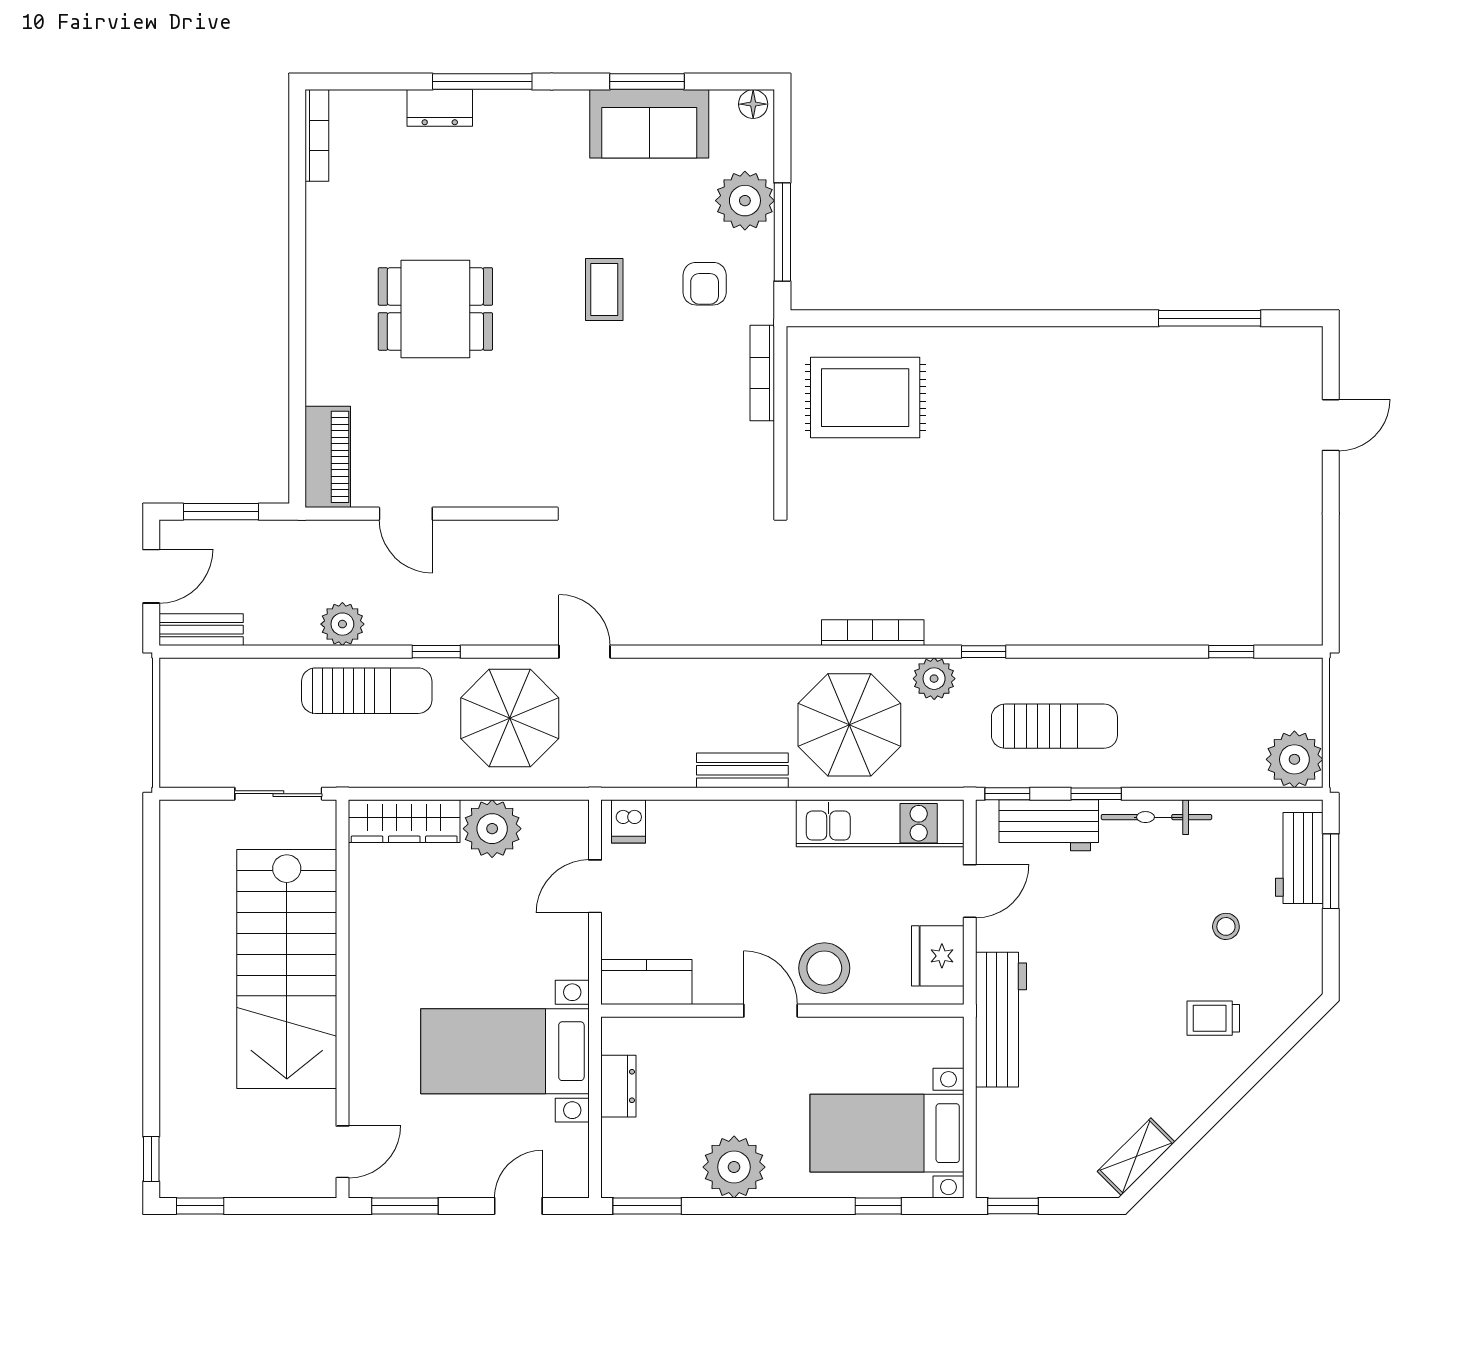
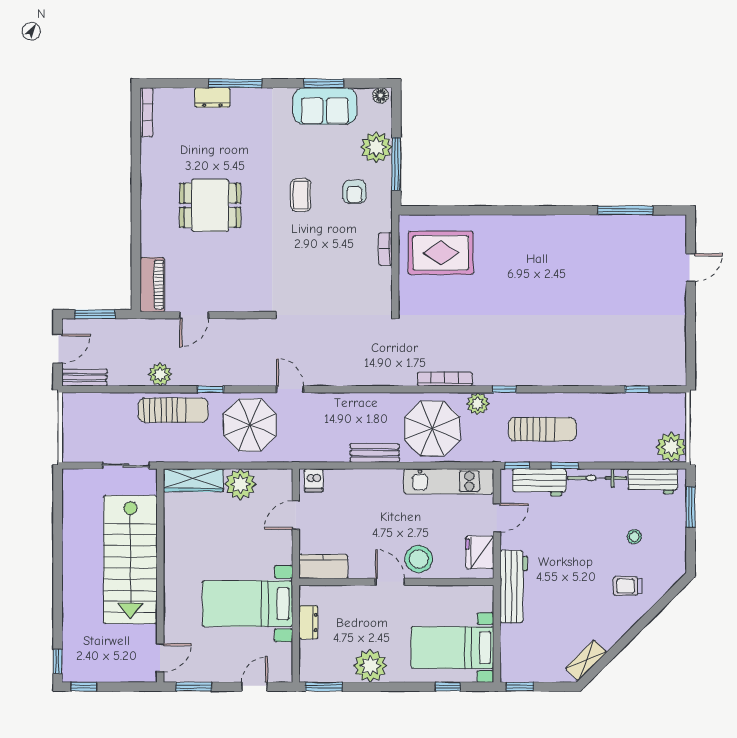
bookcase: (762, 373) -> (385, 249), width x0.64
door: (406, 514) -> (194, 315), hinge flipped
workbench: (1299, 858) -> (653, 481), moved, turned -90

